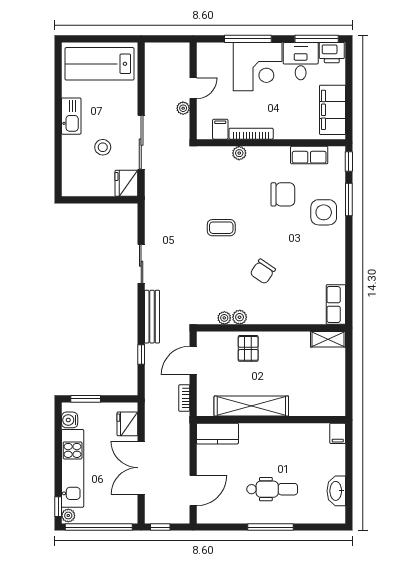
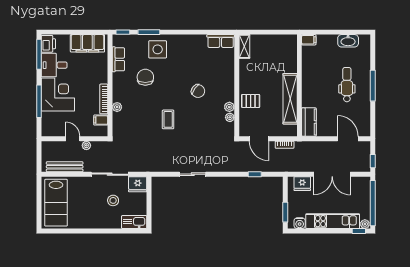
kitchen sink: (71, 116) -> (134, 222), moved
bench: (152, 317) -> (65, 167), moved

